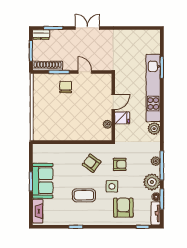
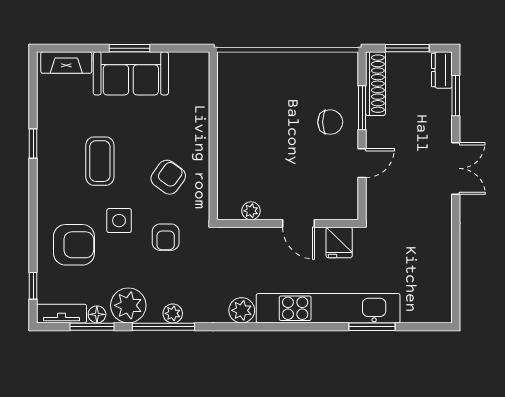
fridge: (122, 118) -> (339, 242), moved

